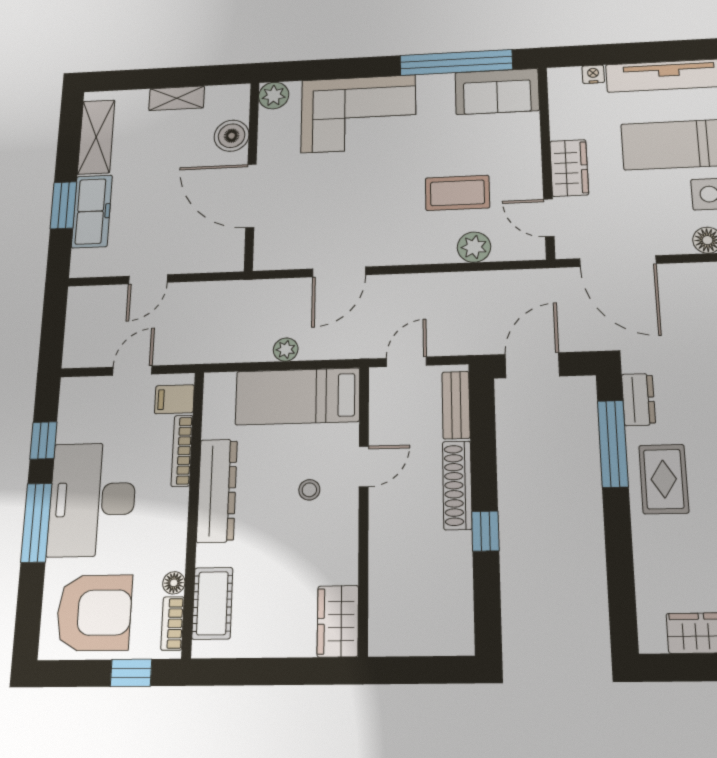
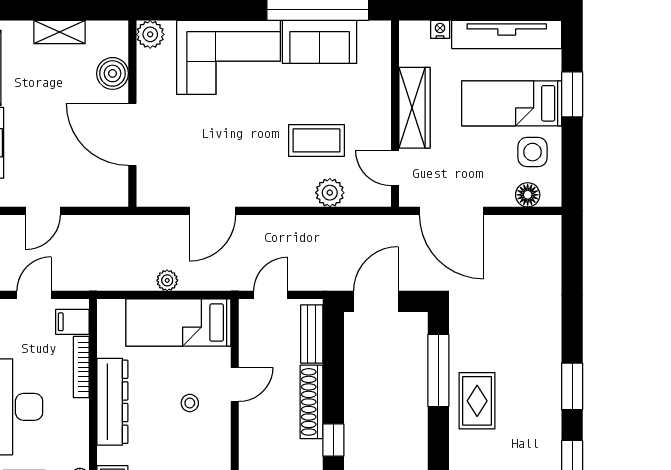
sofa: (497, 91) -> (320, 42), moved
wardrobe: (569, 168) -> (415, 108), width x1.50
dresser: (638, 399) -> (461, 334), removed

